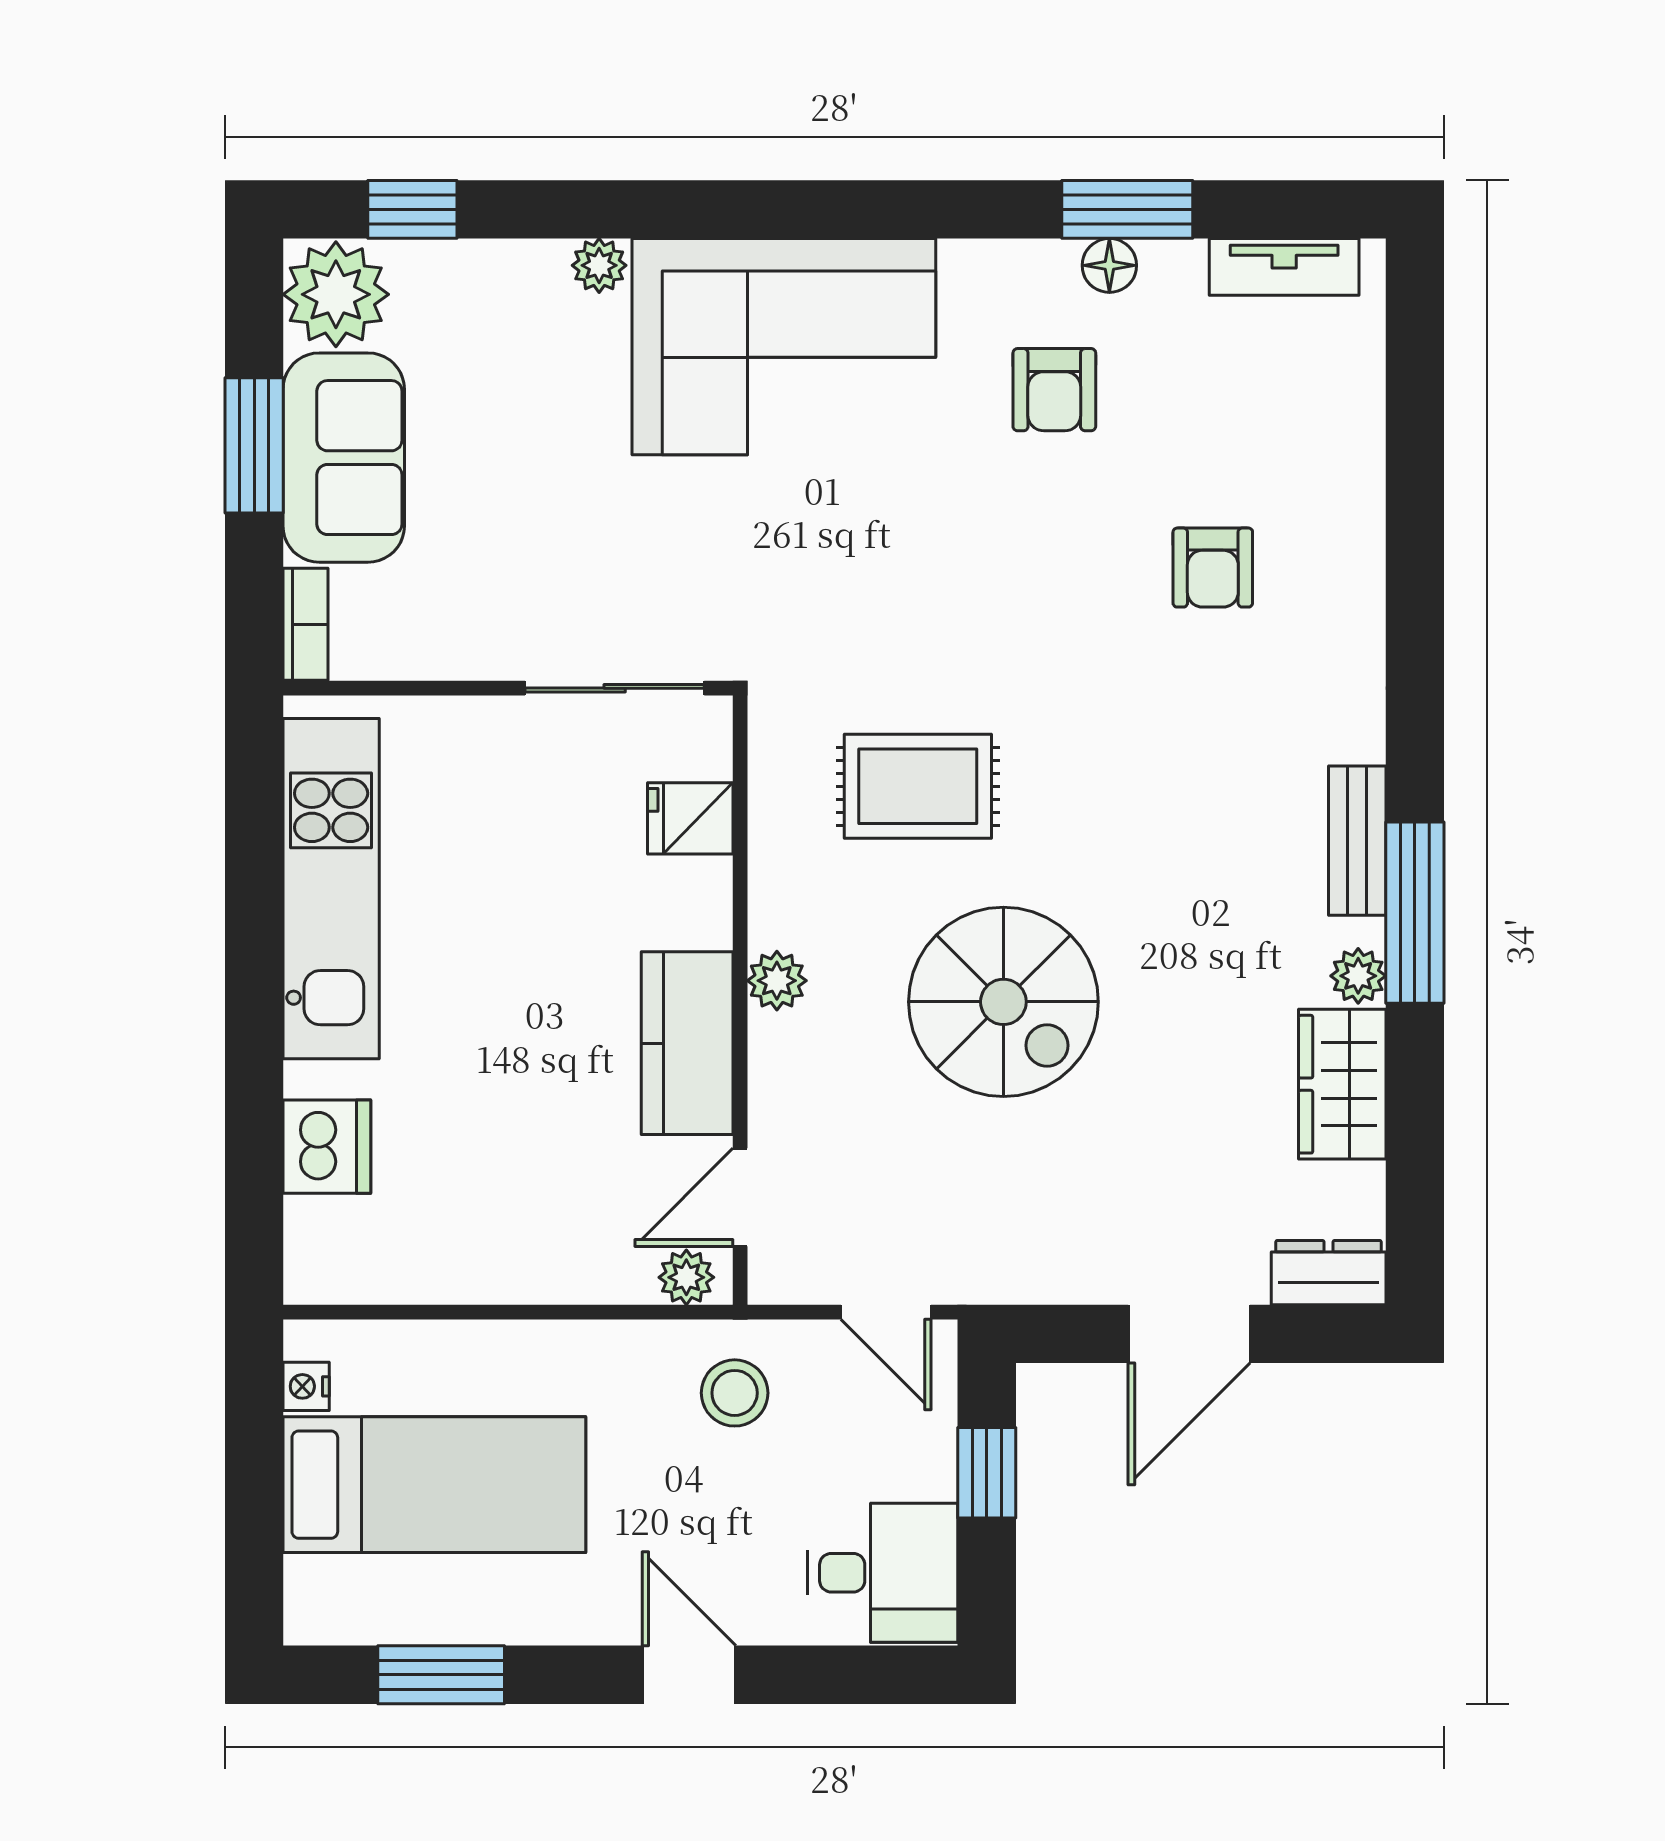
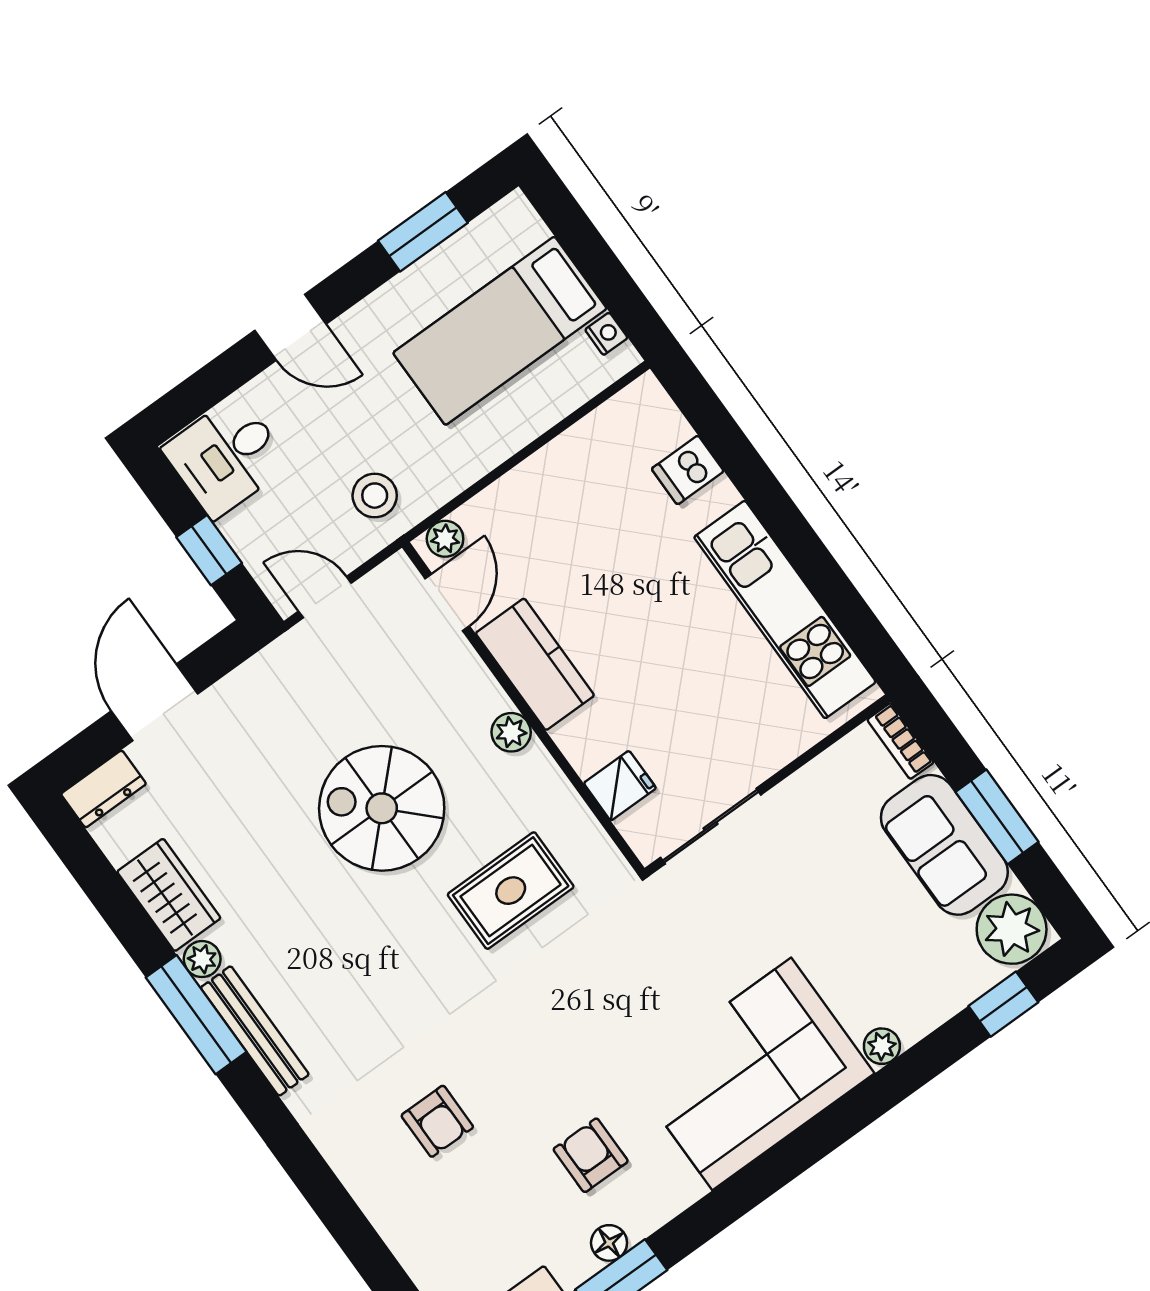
armchair: (1213, 568) -> (437, 1121), turned 180
bench: (1357, 841) -> (255, 1031), width x1.36
dishwasher: (327, 1147) -> (688, 470), width x0.73

